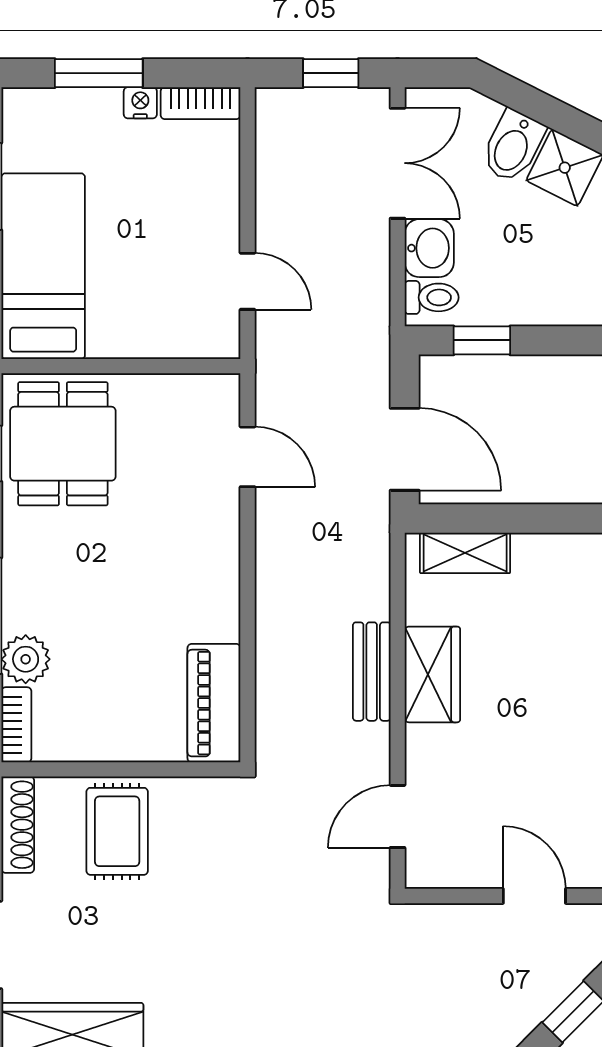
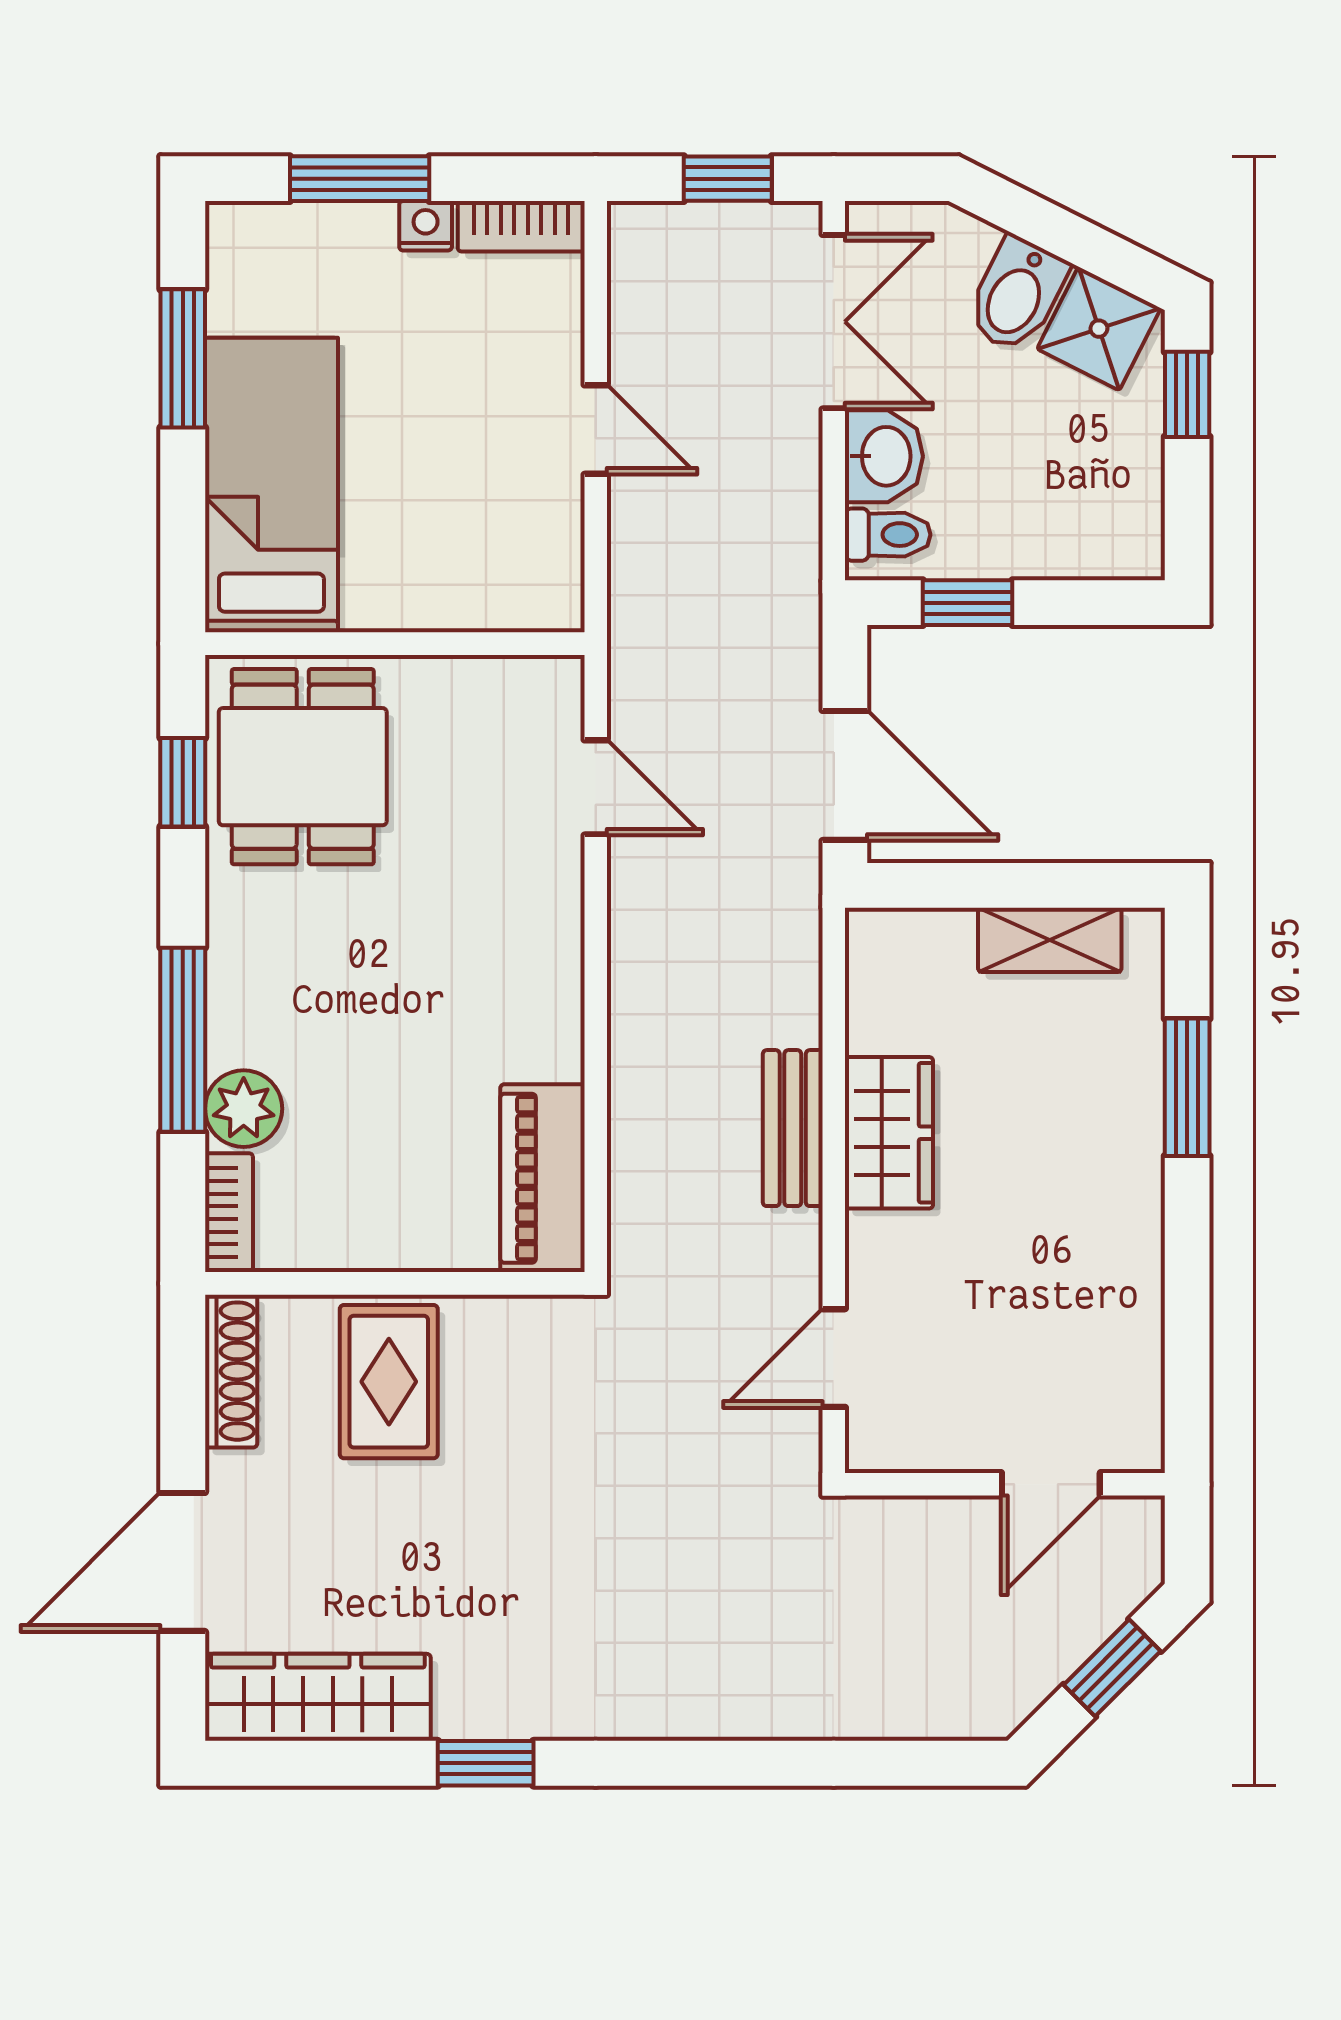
door: (248, 281) -> (596, 430), moved
shelving: (465, 553) -> (1050, 940), moved
door: (534, 896) -> (1051, 1484), swing flipped

